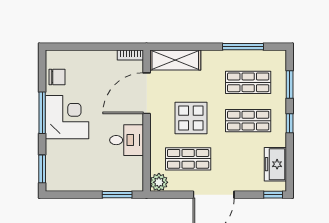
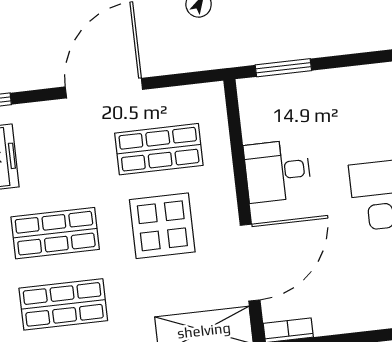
plant: (159, 182) -> (208, 99), removed

